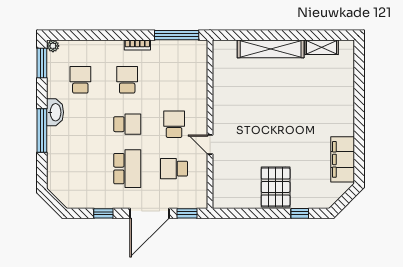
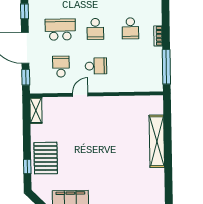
shelving: (322, 47) -> (36, 110), moved
school desk: (127, 80) -> (130, 28), turned 90
school desk: (127, 169) -> (60, 30), turned 180
pallet: (276, 187) -> (46, 158), moved, turned 90

